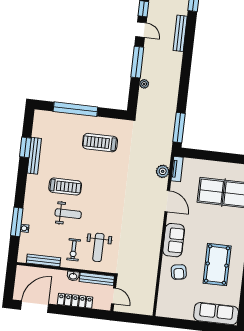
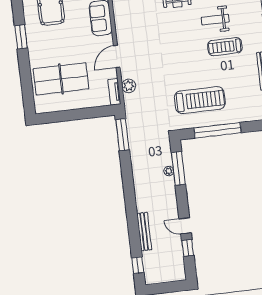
window: (137, 62) -> (178, 168), moved
window: (75, 109) -> (217, 130), moved
treadmill: (100, 143) -> (200, 100), width x1.37, depth x1.38
door: (167, 201) -> (117, 56), hinge flipped

